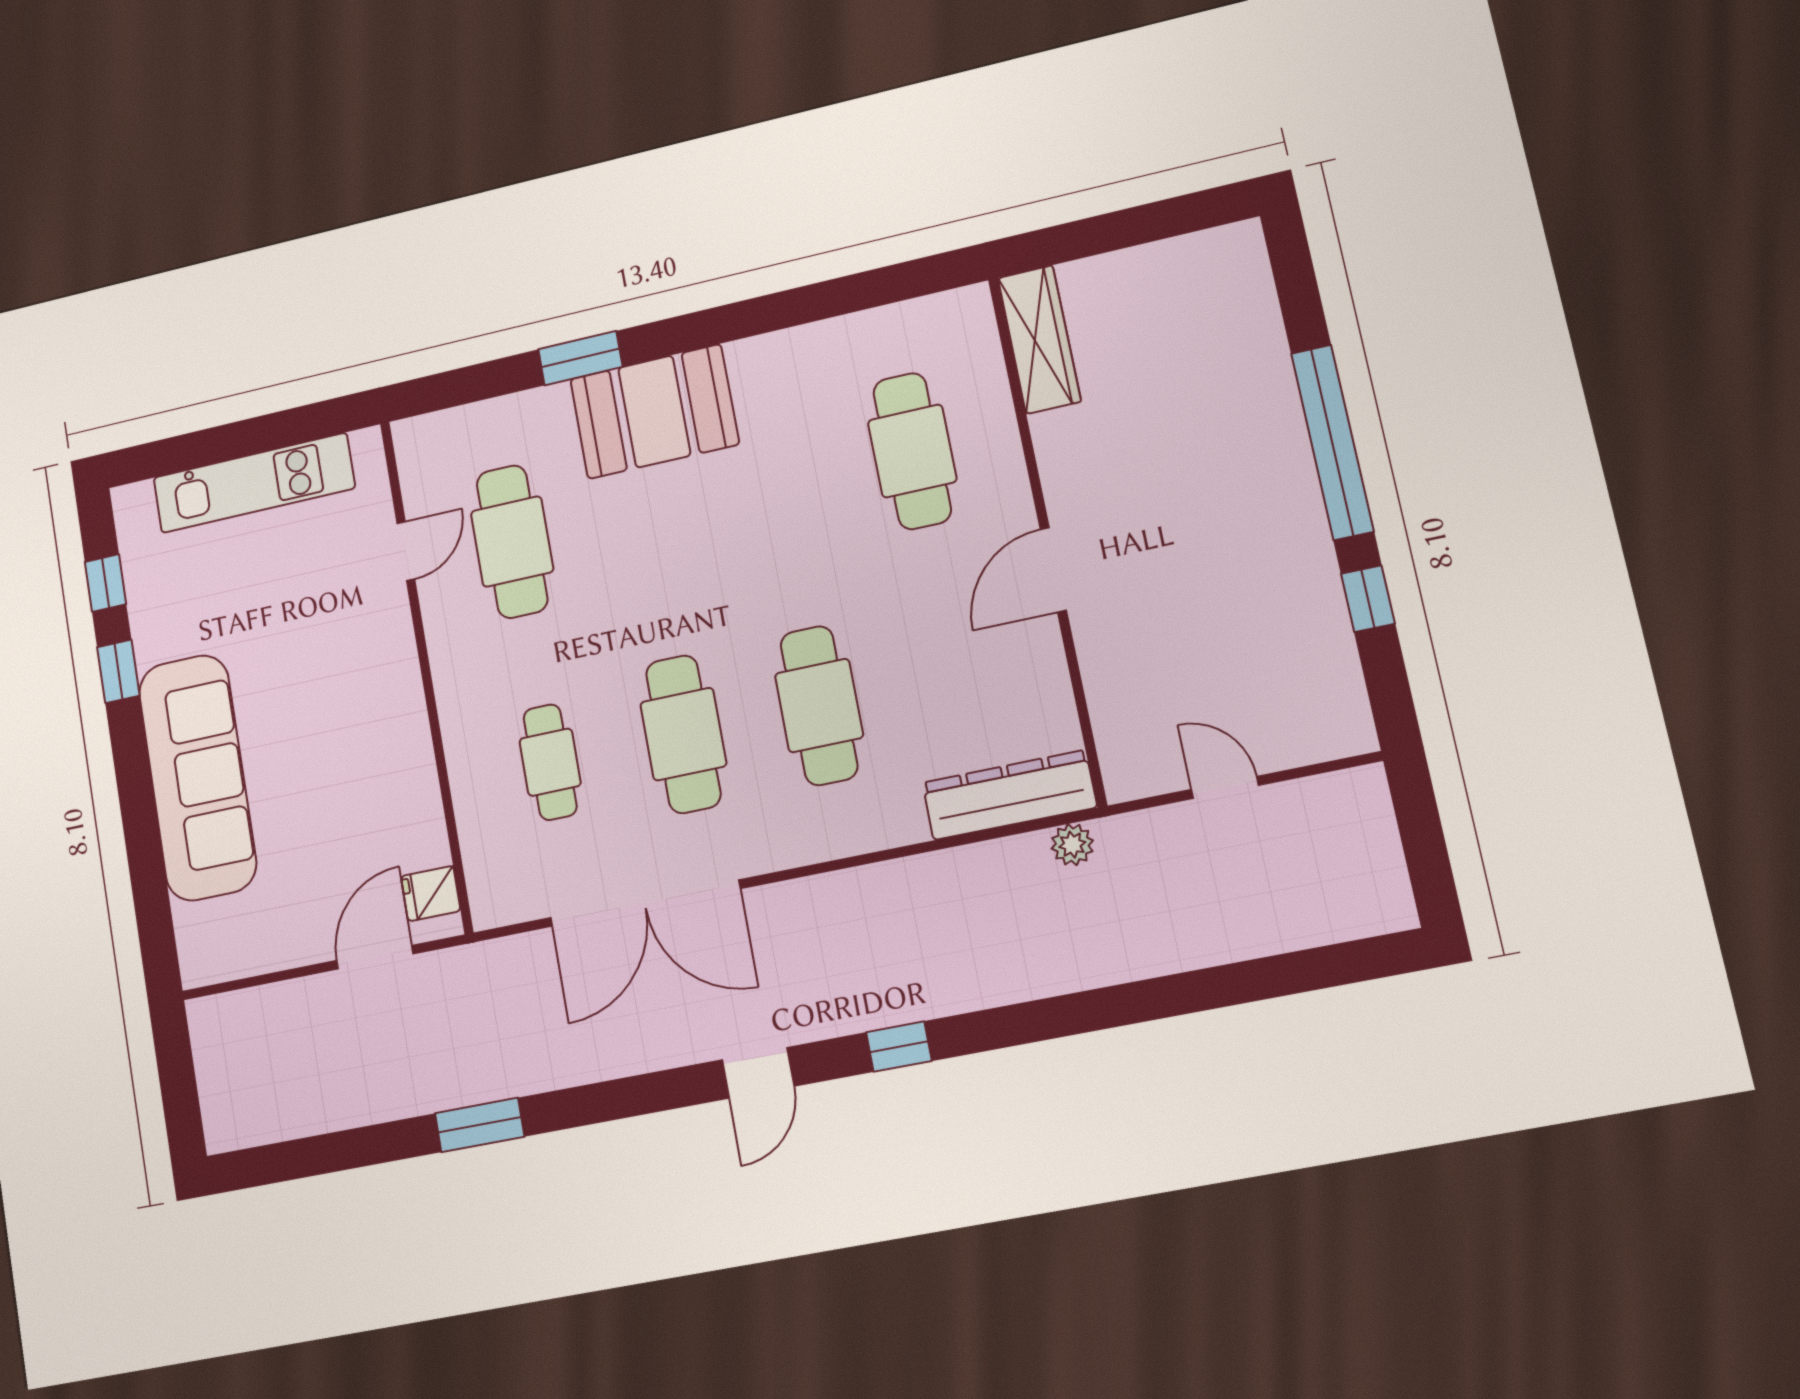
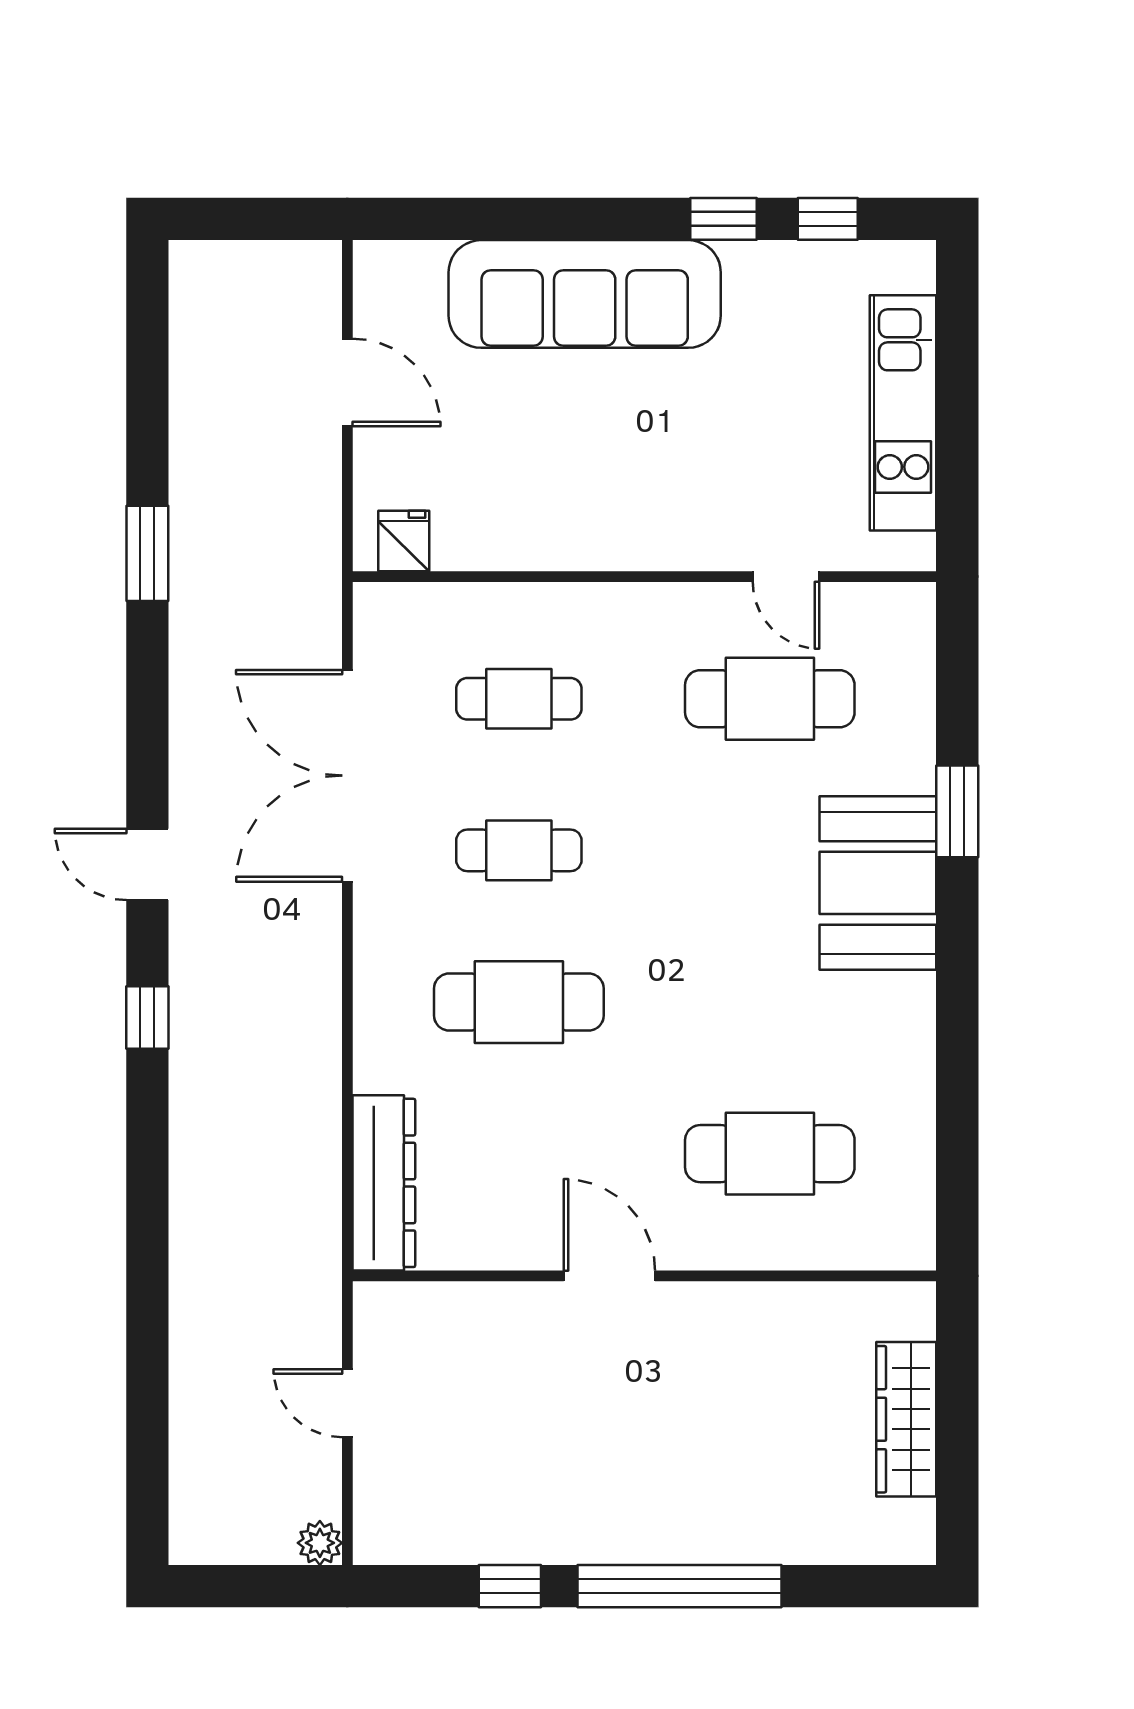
wardrobe: (1039, 340) -> (906, 1419), moved, turned 90
cafe table: (683, 734) -> (519, 850), width x0.73, depth x0.74
door: (1225, 787) -> (347, 1403), swing flipped
plant: (1072, 845) -> (320, 1543), moved
door: (375, 957) -> (347, 383), moved

